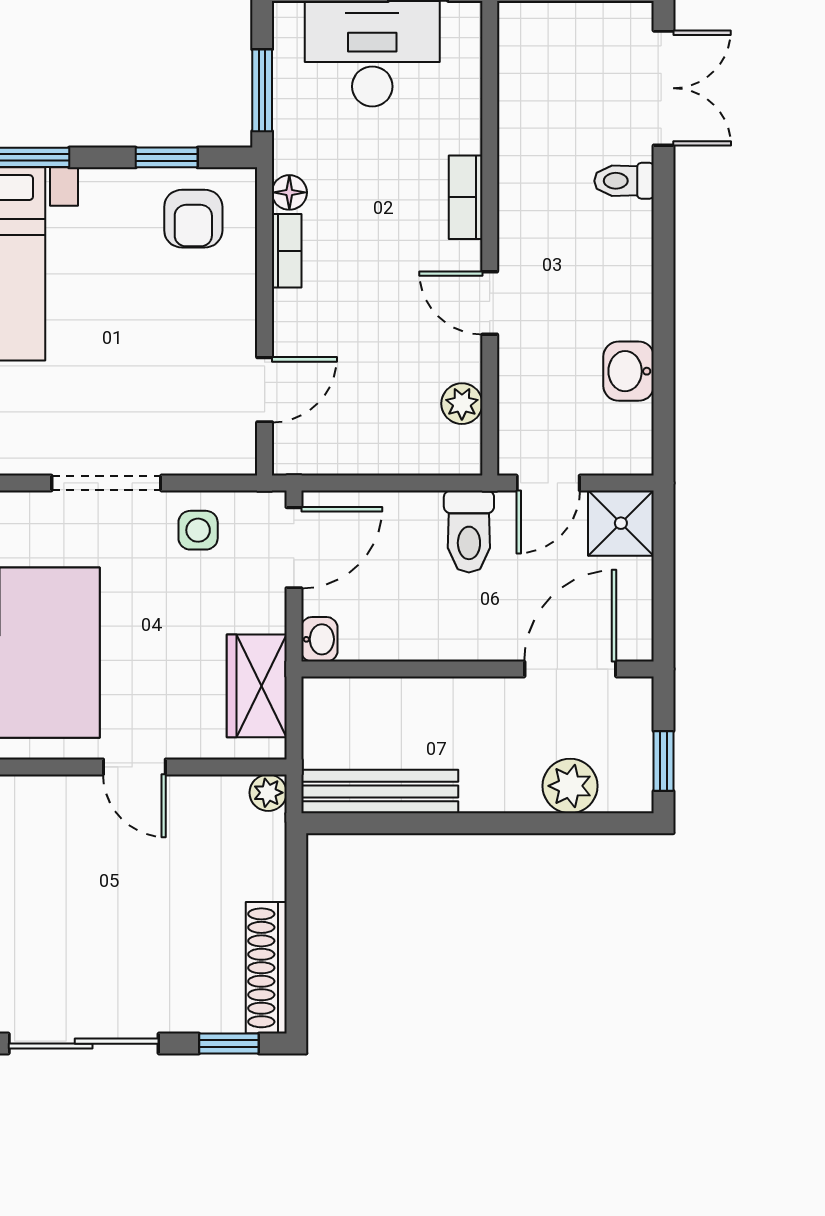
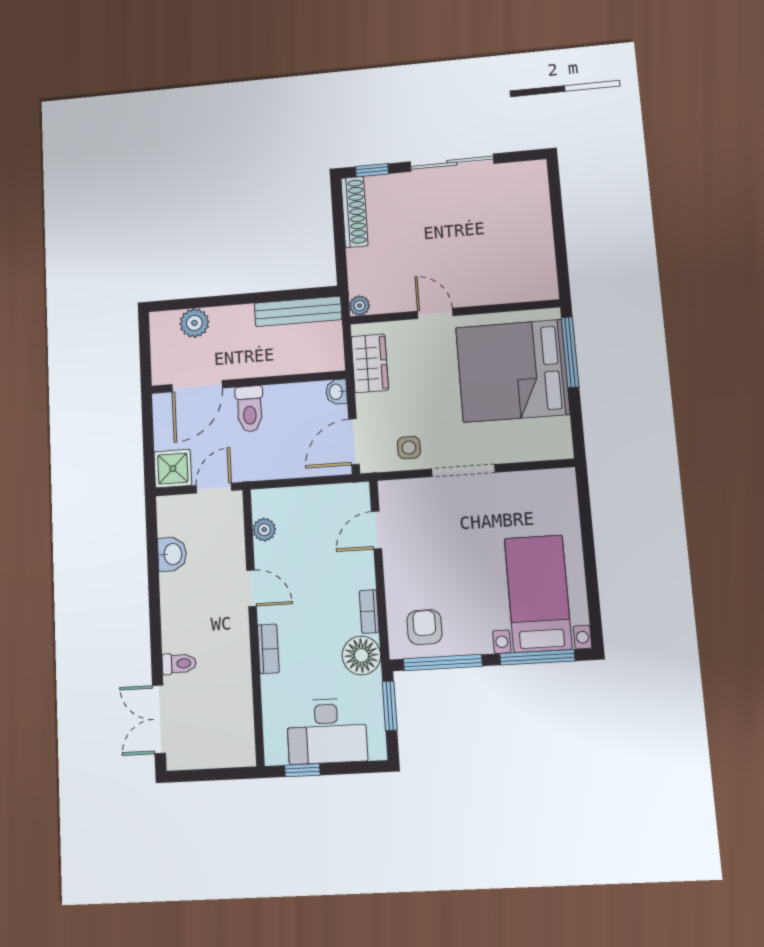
window: (167, 157) -> (443, 663), width x2.17
floor lamp: (289, 192) -> (361, 655), width x1.89, depth x1.89
toilet: (469, 531) -> (250, 409), moved, turned 180
window: (664, 761) -> (145, 341), removed

